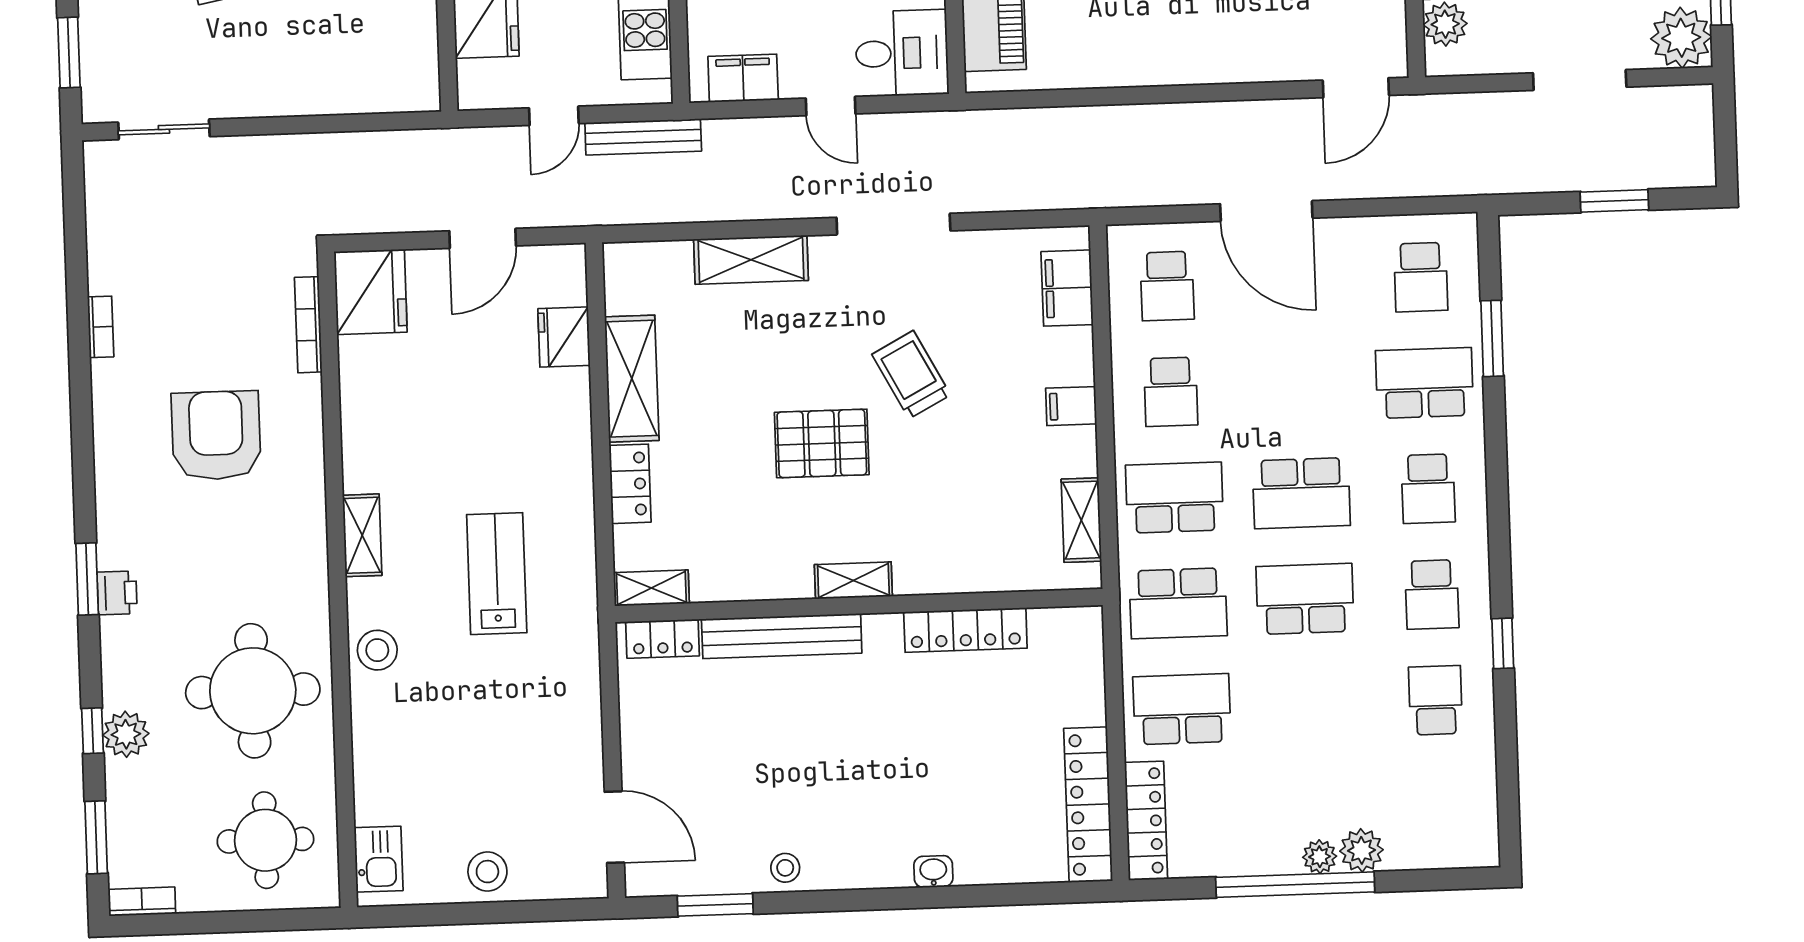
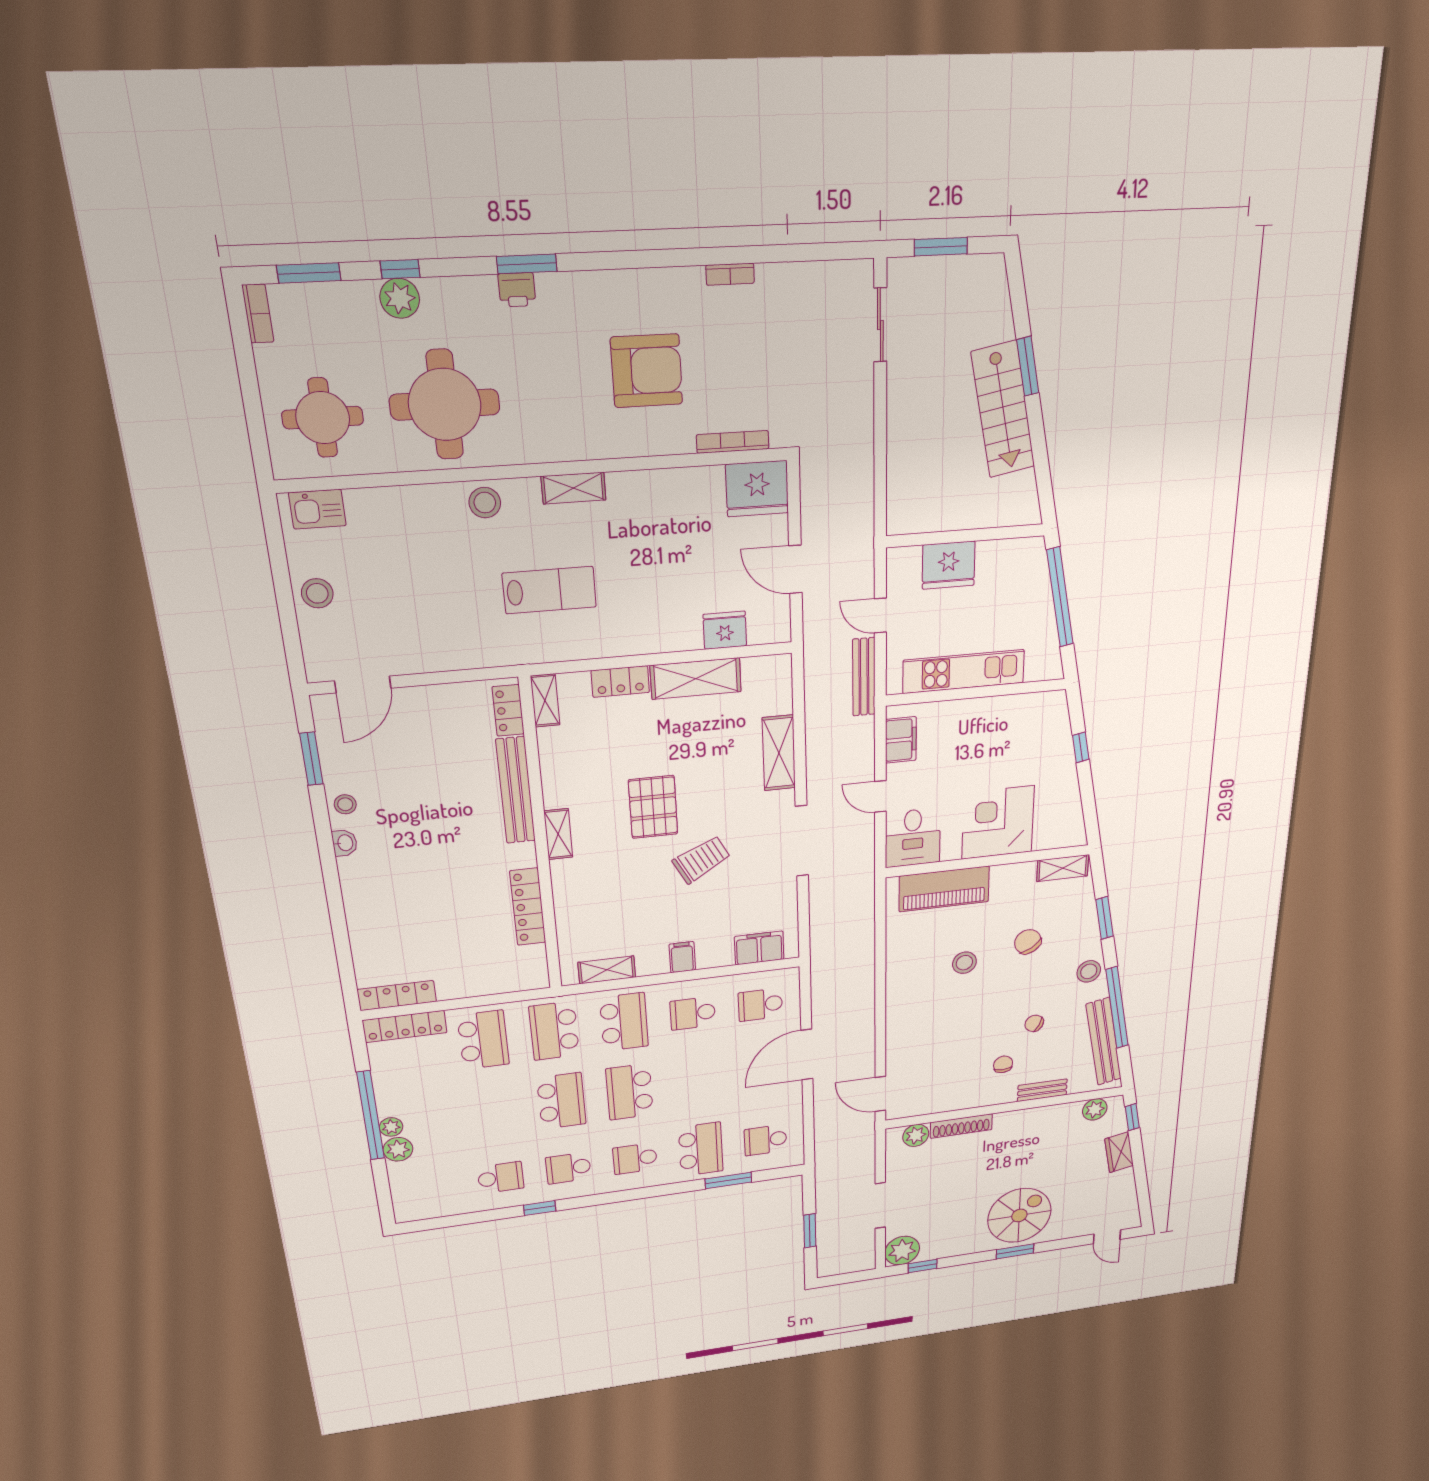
door: (831, 106) -> (880, 796), hinge flipped
locker: (1088, 805) -> (397, 996), width x0.71, depth x0.83
washbasin: (933, 872) -> (345, 843), moved

